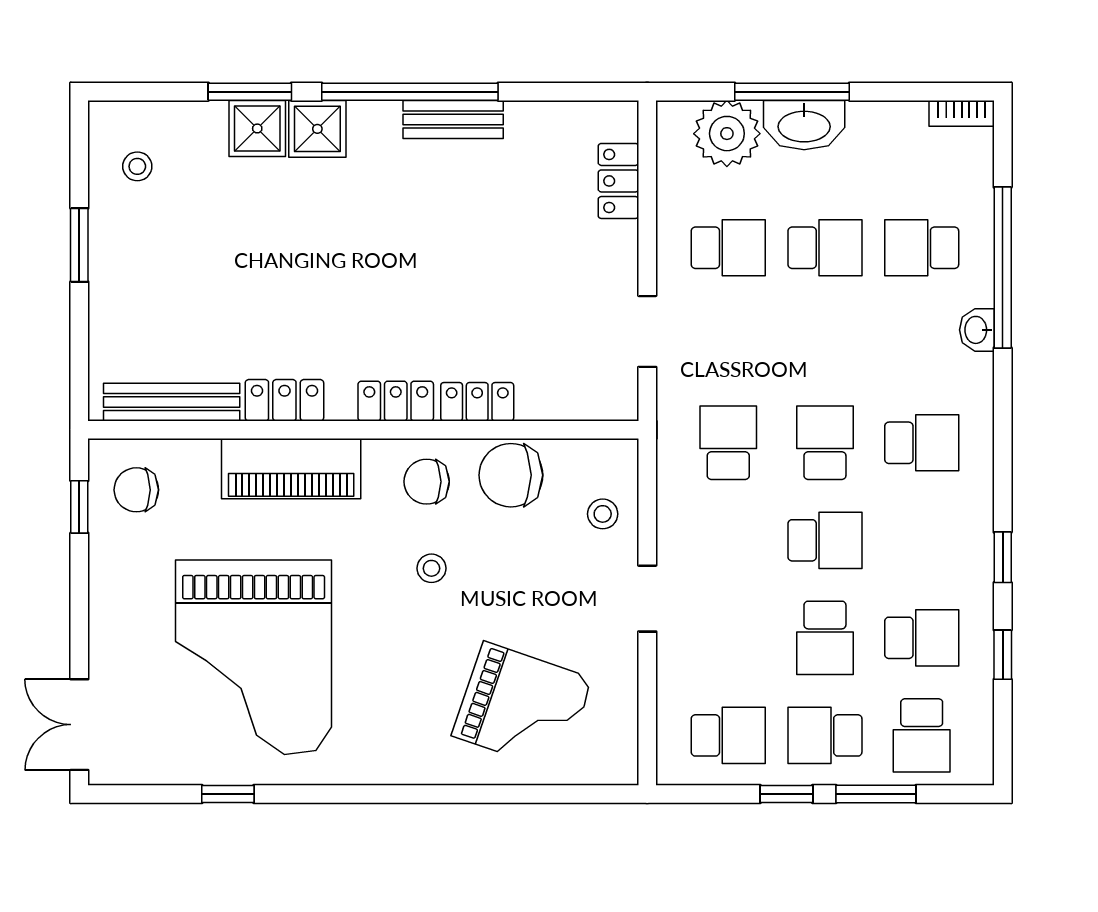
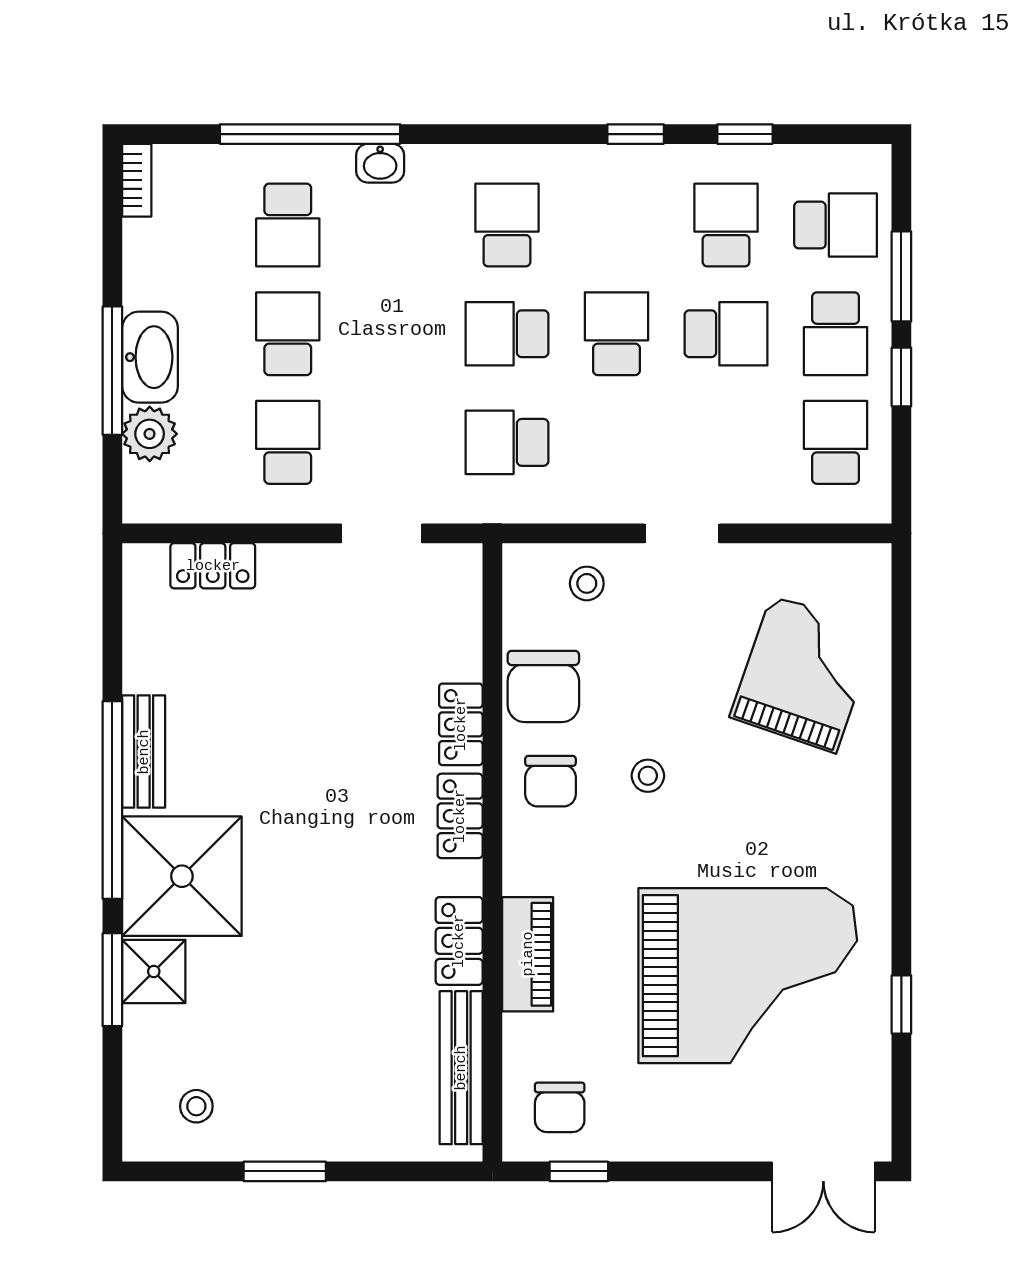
shower: (317, 129) -> (182, 876), width x1.86, depth x1.86
plant: (727, 134) -> (150, 434), width x0.73, depth x0.73
piano: (291, 469) -> (528, 954), width x0.73, depth x0.75

